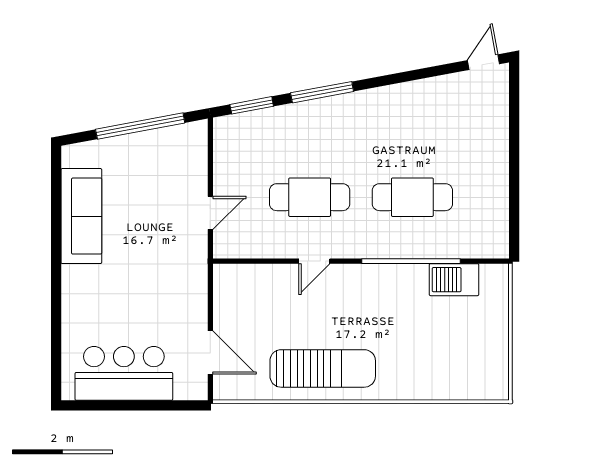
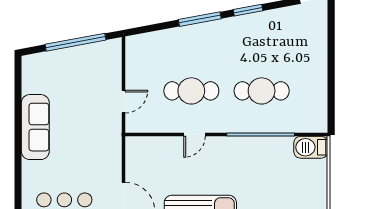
window: (252, 105) -> (248, 10), moved
sofa: (81, 216) -> (35, 127), moved
barbecue: (454, 280) -> (311, 147), moved

